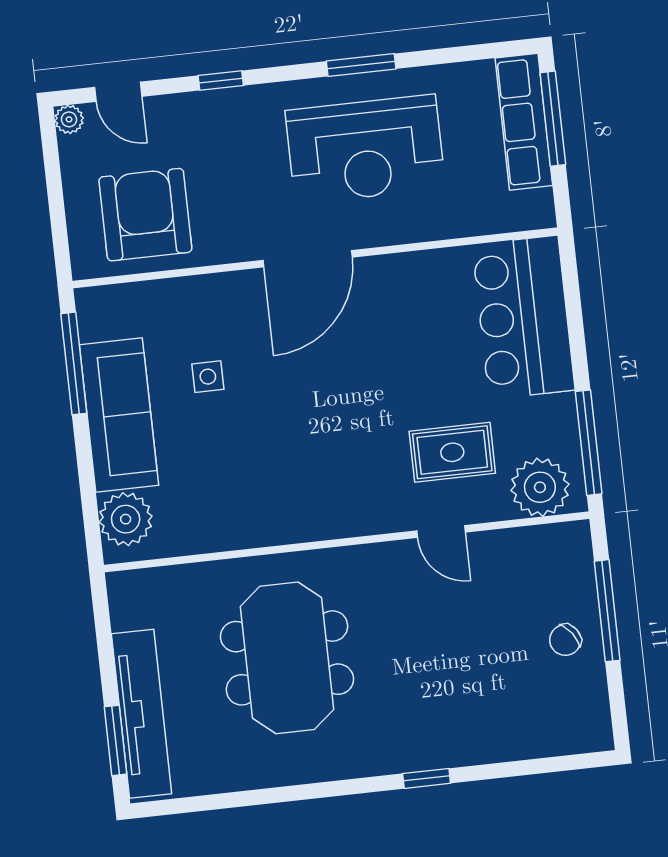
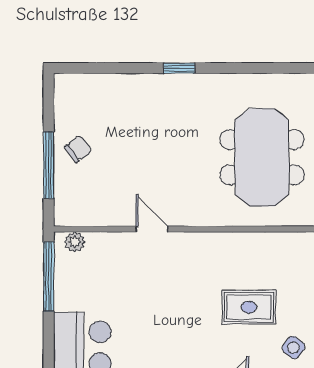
side table: (208, 377) -> (294, 347), turned 38
rug: (452, 452) -> (249, 307), moved
plant: (540, 487) -> (75, 242), width x0.53, depth x0.53

